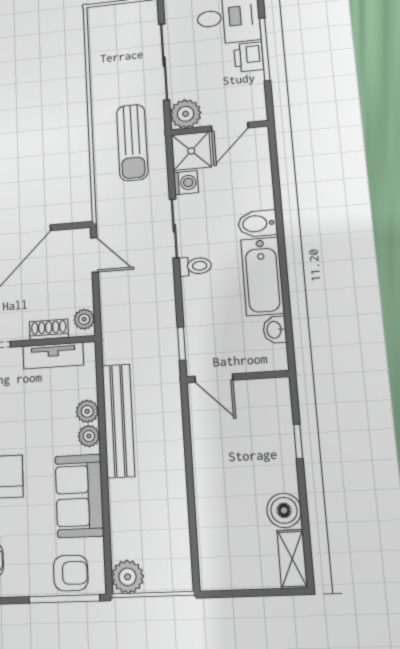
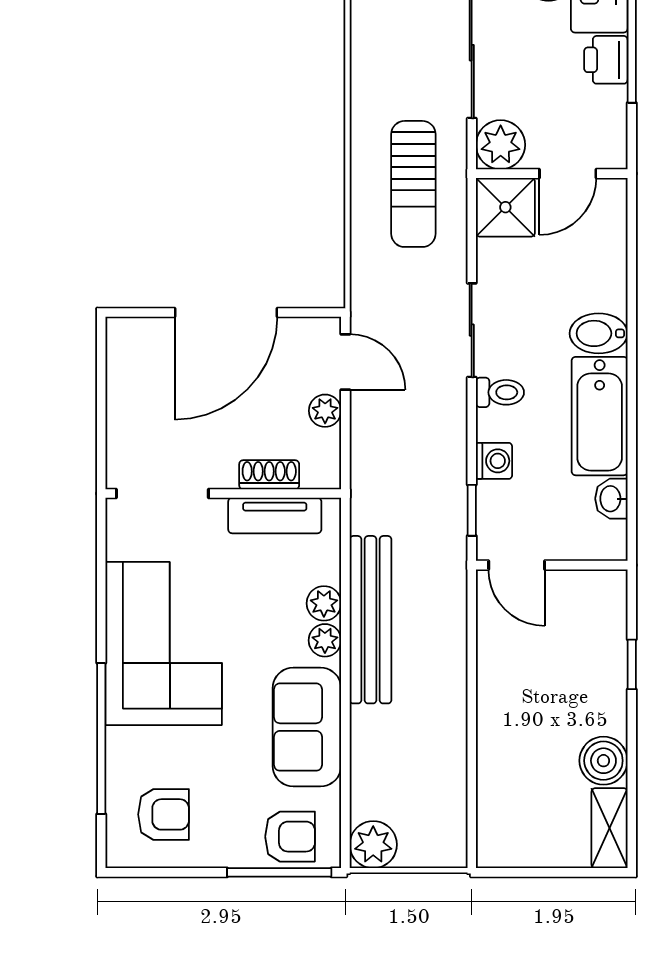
washing machine: (186, 183) -> (494, 461), moved
plant: (84, 319) -> (325, 411), moved

